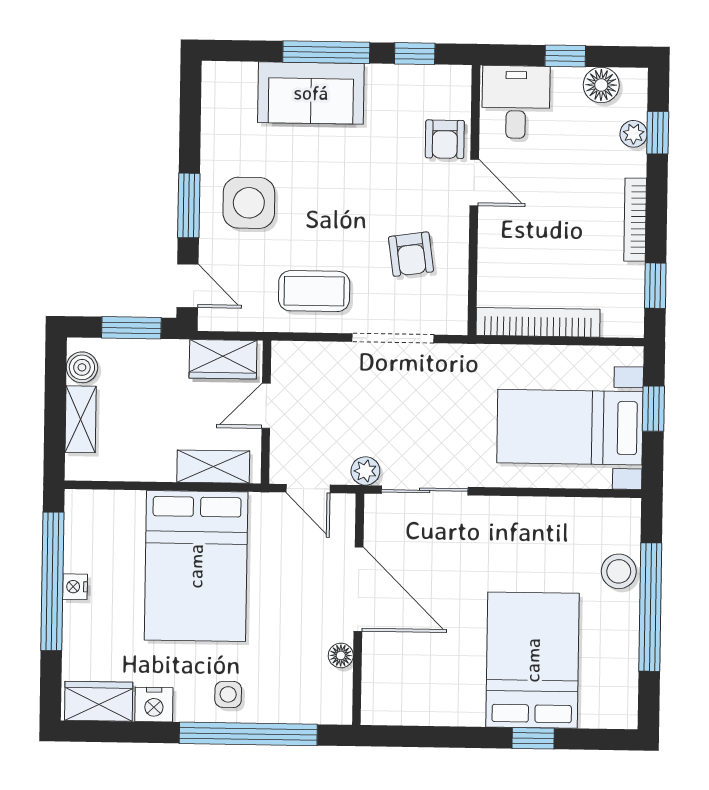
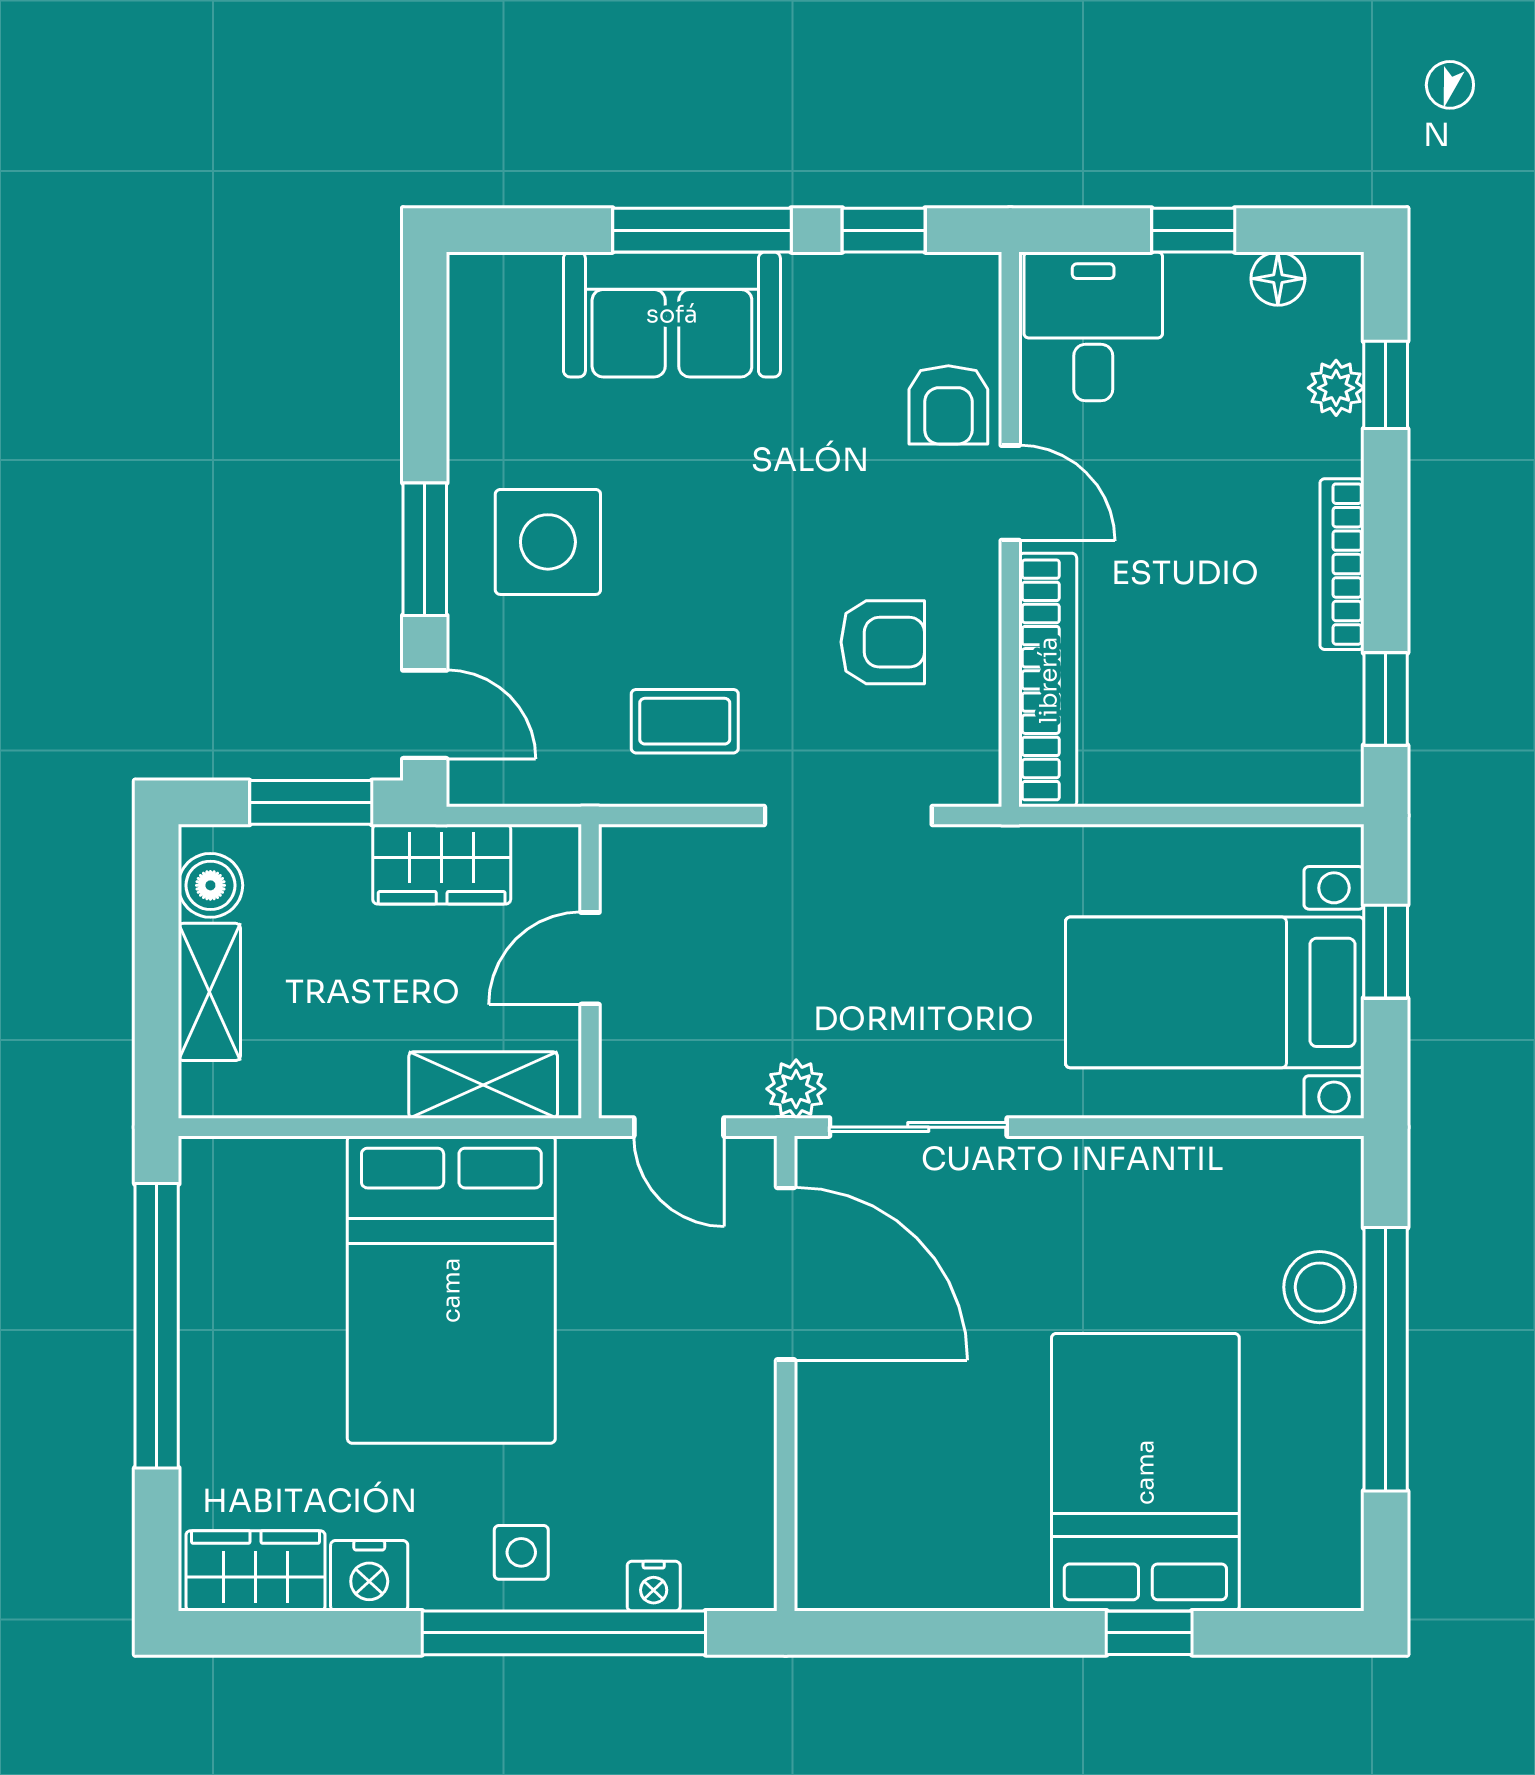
floor lamp: (601, 85) -> (1278, 279), width x0.73, depth x0.73
armchair: (411, 254) -> (883, 642), turned -82
coffee table: (314, 291) -> (685, 721), width x0.73, depth x0.77
bookcase: (538, 322) -> (1048, 680), moved, turned 90
wardrobe: (223, 359) -> (442, 864), moved
nightstand: (75, 587) -> (654, 1586), moved, turned -90
door: (358, 589) -> (786, 1274), moved
floor lamp: (341, 655) -> (751, 1469), removed

